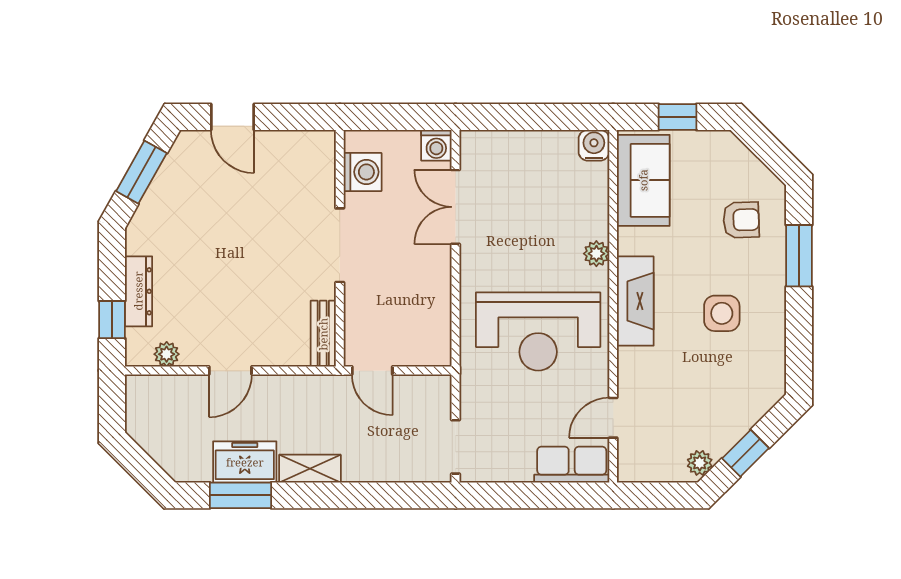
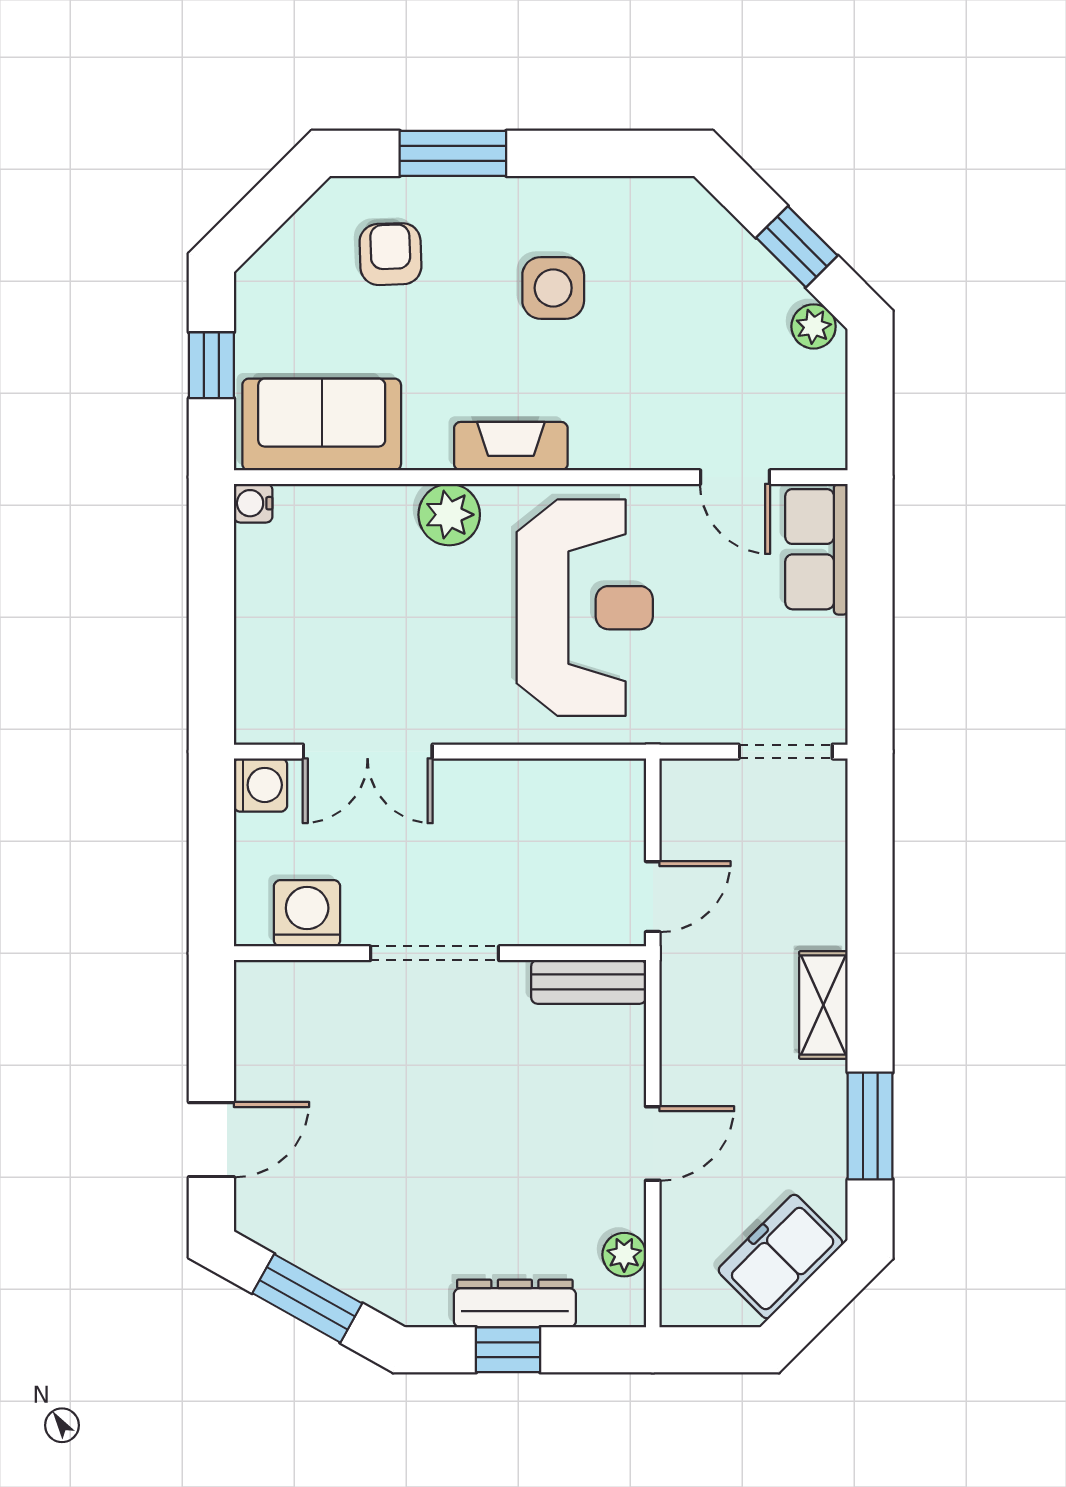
water cooler: (594, 145) -> (253, 503), width x0.72, depth x0.72
plant: (596, 254) -> (449, 515), width x1.38, depth x1.38
fireplace: (635, 301) -> (511, 446), width x0.73, depth x0.76
window: (112, 320) -> (508, 1350), moved
door: (230, 371) -> (653, 1144), hinge flipped
freezer: (245, 462) -> (781, 1257), moved, turned 45

